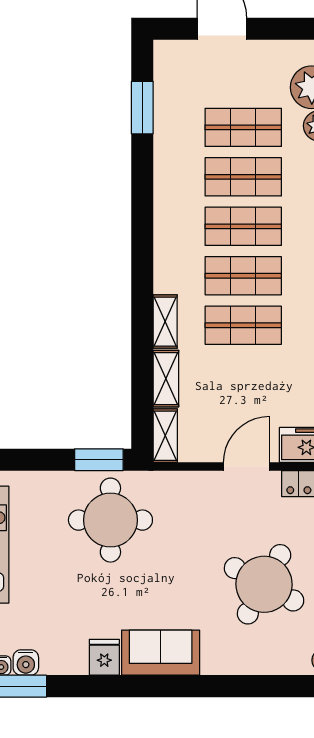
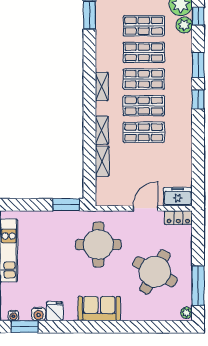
shelving: (165, 436) -> (102, 87), moved
round table: (110, 520) -> (98, 244), moved
fridge: (104, 657) -> (55, 311), moved
water cooler: (26, 663) -> (39, 314), moved

